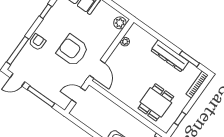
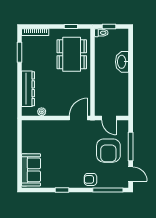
plant: (120, 23) -> (30, 126), removed
armchair: (73, 50) -> (108, 151), moved
dresser: (170, 56) -> (28, 89), moved
dining table: (156, 102) -> (72, 54), width x1.38

